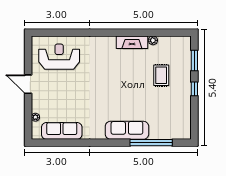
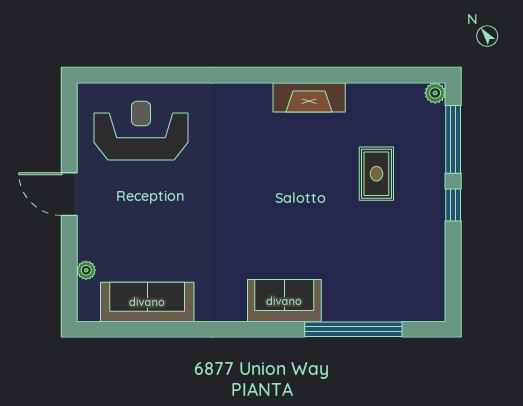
plant: (153, 40) -> (435, 93), moved
window: (194, 60) -> (453, 139), width x1.44
sofa: (127, 130) -> (284, 301), width x0.73

